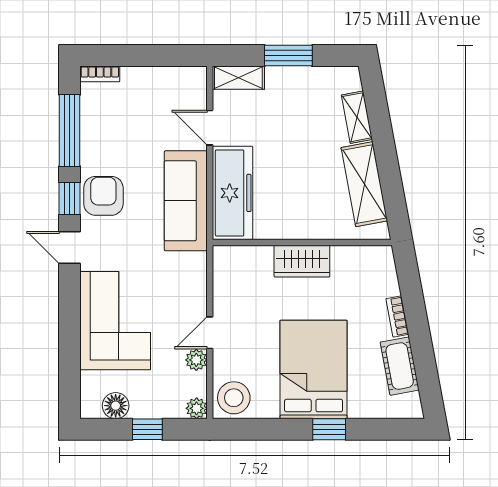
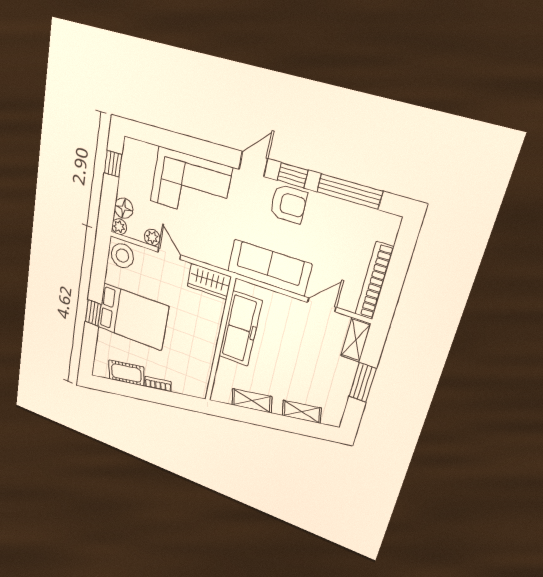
bookcase: (100, 74) -> (374, 281), moved, width x2.31, depth x1.31
shelving: (364, 184) -> (252, 401), width x0.67, depth x0.75
freezer: (232, 193) -> (240, 329), moved, turned -90
wardrobe: (302, 261) -> (209, 281), moved, turned -90
floor lamp: (116, 406) -> (124, 208), moved
window: (147, 429) -> (113, 164), moved

